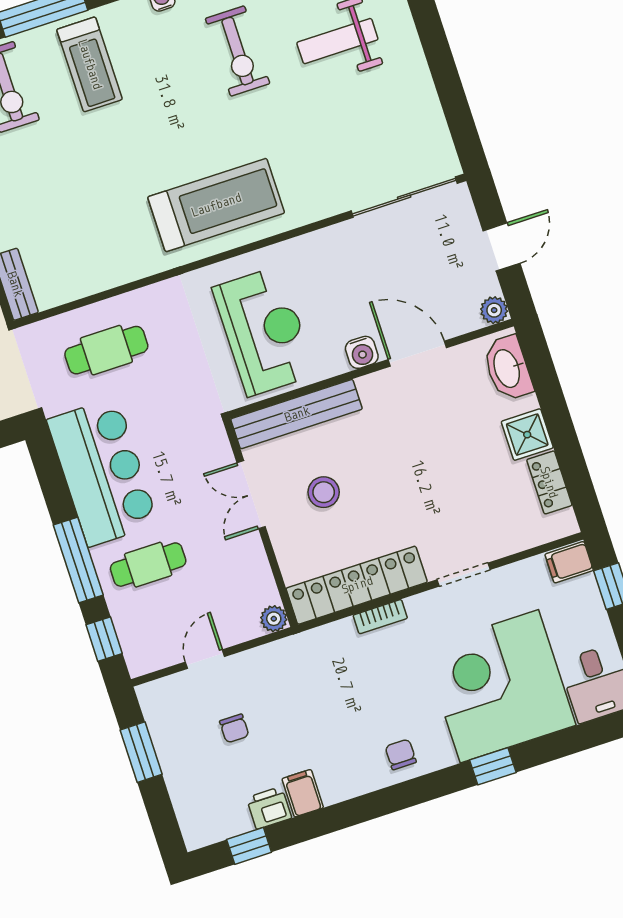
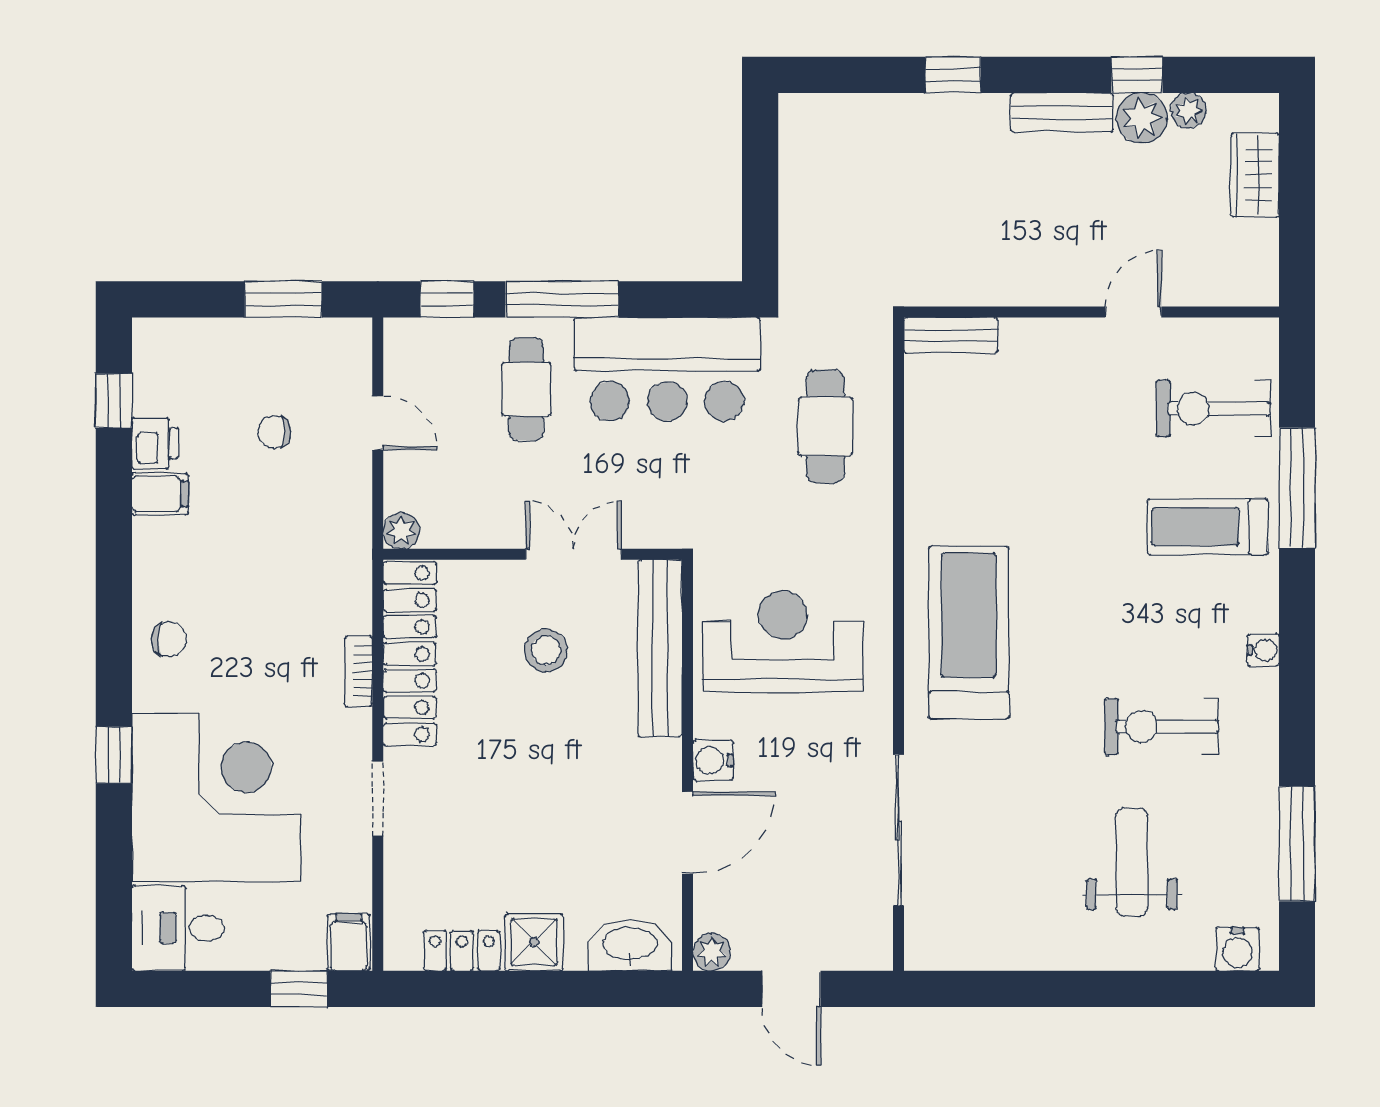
sliding door: (404, 197) -> (898, 830), moved
treadmill: (216, 205) -> (969, 632), turned 180
reception desk: (264, 331) -> (783, 641), turned 180

